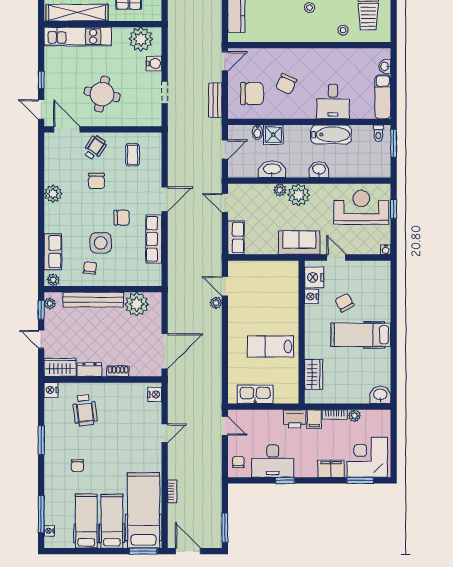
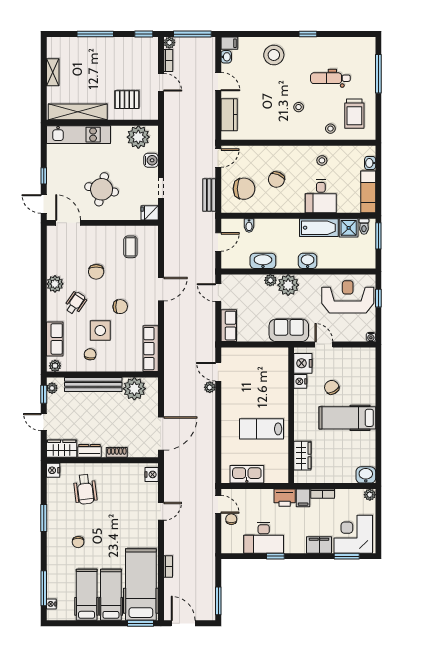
stool: (334, 64) -> (322, 160), added
fridge: (153, 119) -> (150, 213), added
shower: (273, 135) -> (349, 228), moved
wheelchair: (95, 148) -> (75, 303), moved
row of seats: (154, 239) -> (151, 349), moved
plant: (354, 416) -> (370, 495), moved
chair: (238, 462) -> (231, 519), moved

